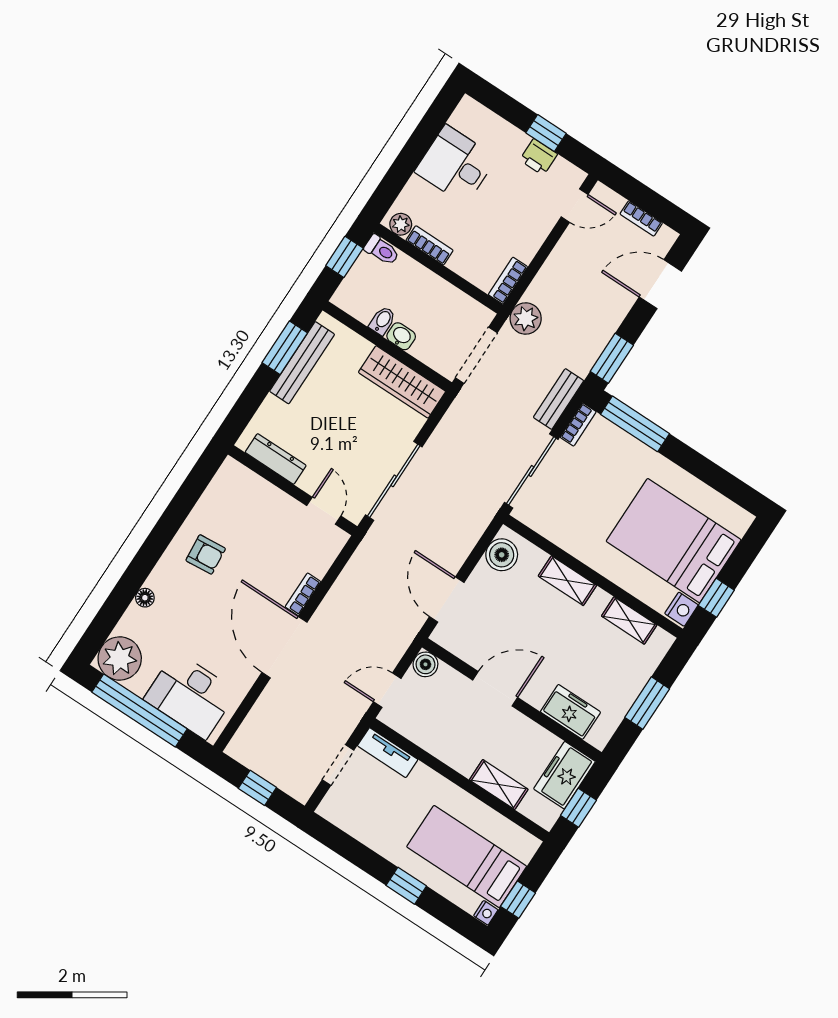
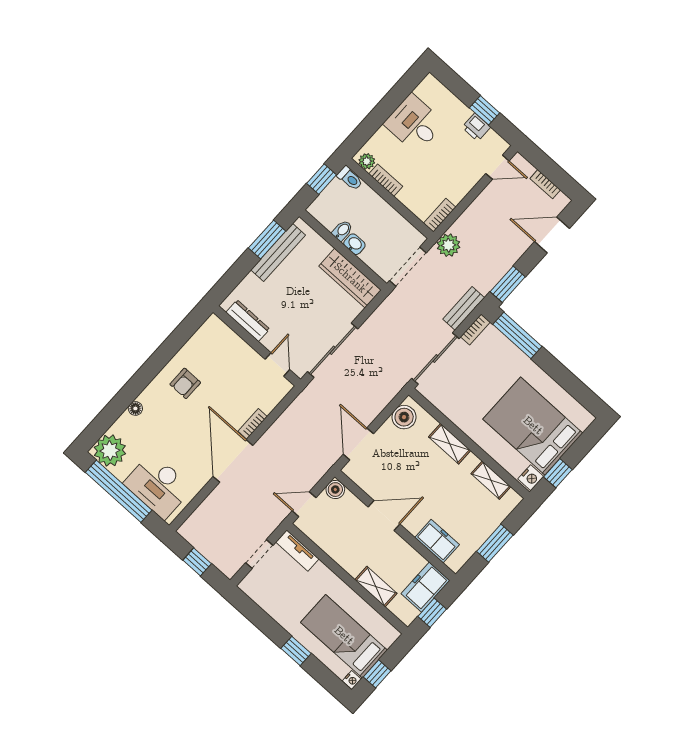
armchair: (206, 554) -> (185, 383), turned 95

